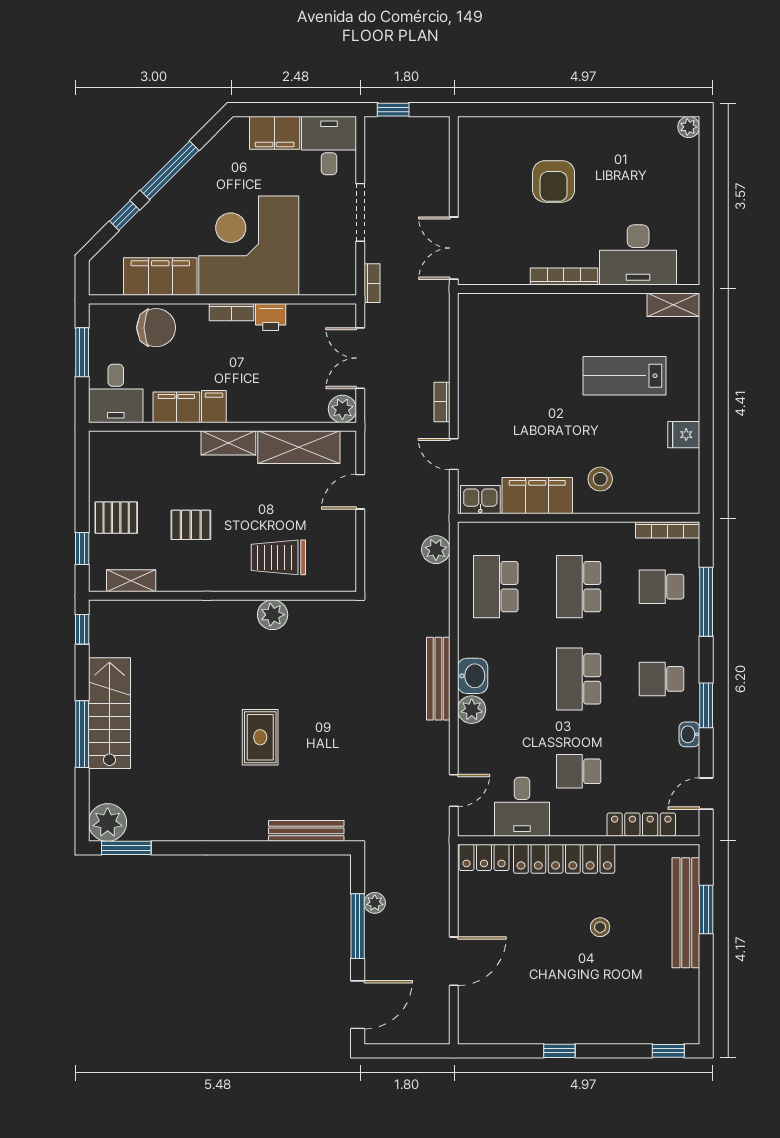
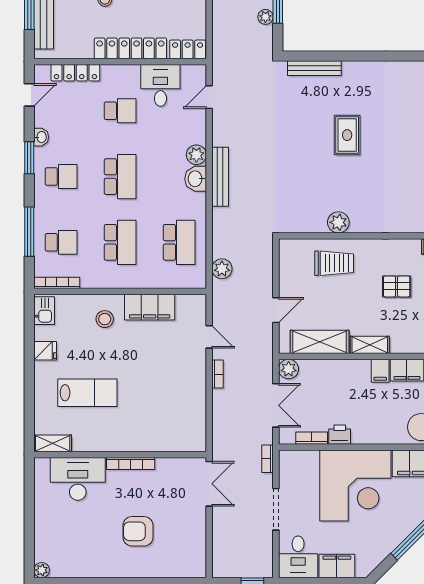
armchair: (554, 181) -> (138, 531), turned -90
bookcase: (231, 312) -> (312, 438), moved
kitchen sink: (480, 500) -> (44, 311), moved, turned -90

